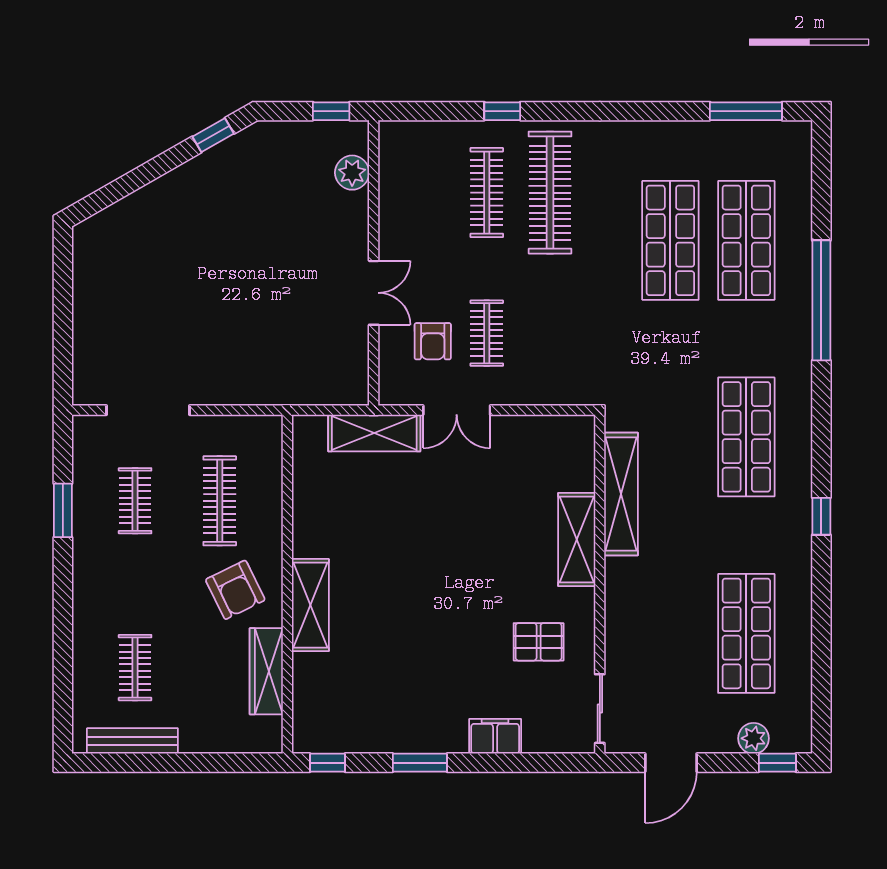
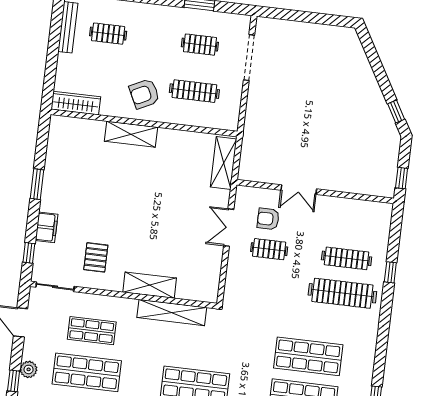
plant: (352, 173) -> (366, 186), removed
shelving: (374, 433) -> (224, 163), moved
shop shelf: (670, 633) -> (92, 331), added
wardrobe: (266, 671) -> (76, 103), moved
window: (327, 763) -> (29, 253), moved

